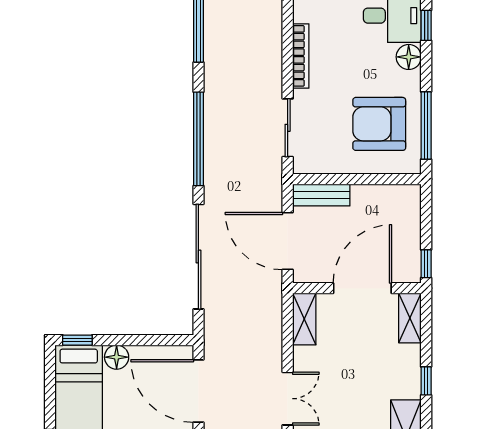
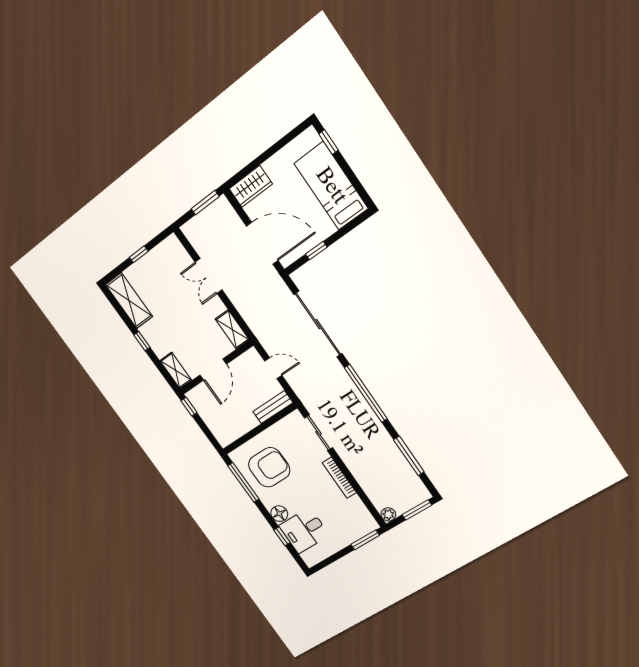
door: (288, 241) -> (273, 368), width x0.53
door: (362, 288) -> (213, 370), width x0.73
window: (77, 340) -> (316, 251), moved
floor lamp: (117, 357) -> (325, 228), removed

